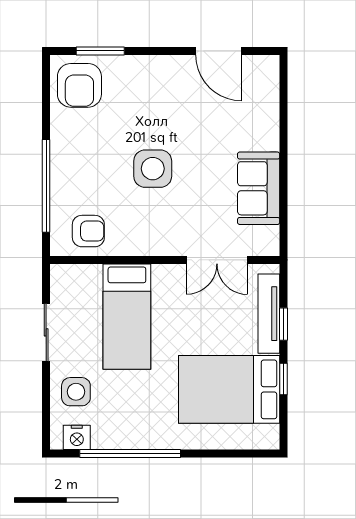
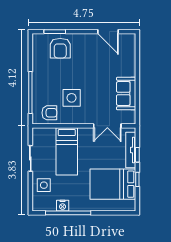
armchair: (79, 85) -> (60, 48), moved
side table: (153, 169) -> (72, 98), moved
nightstand: (77, 437) -> (63, 206), moved

